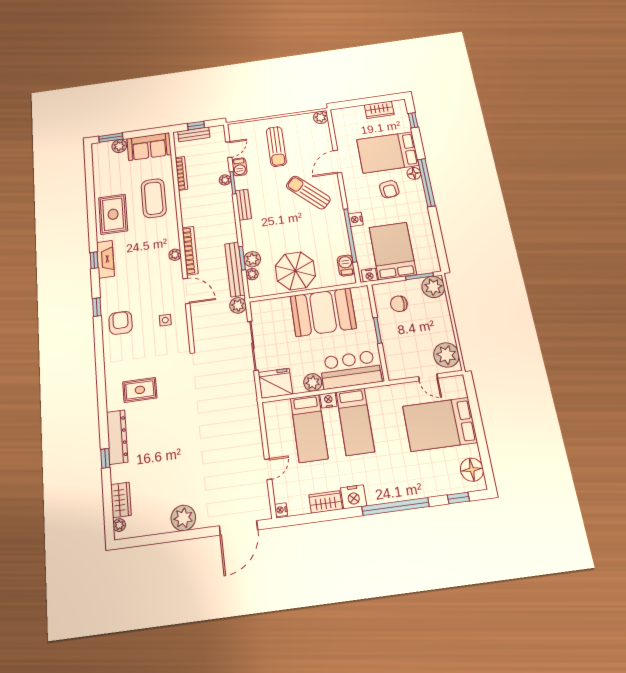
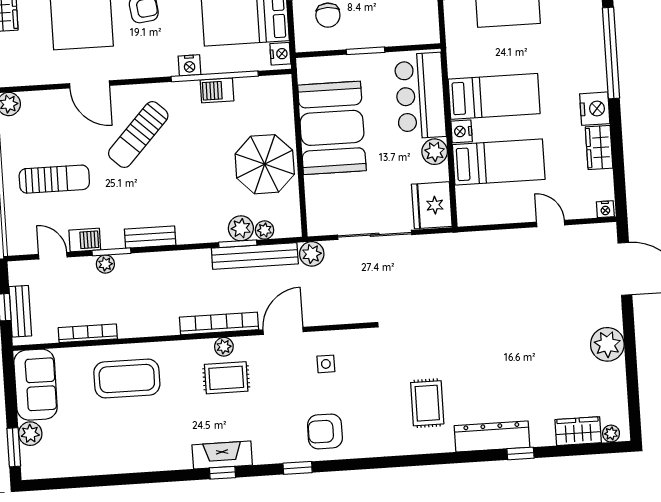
rug: (113, 214) -> (226, 378), moved, width x0.73, depth x0.70
barbecue: (346, 265) -> (217, 90), moved

